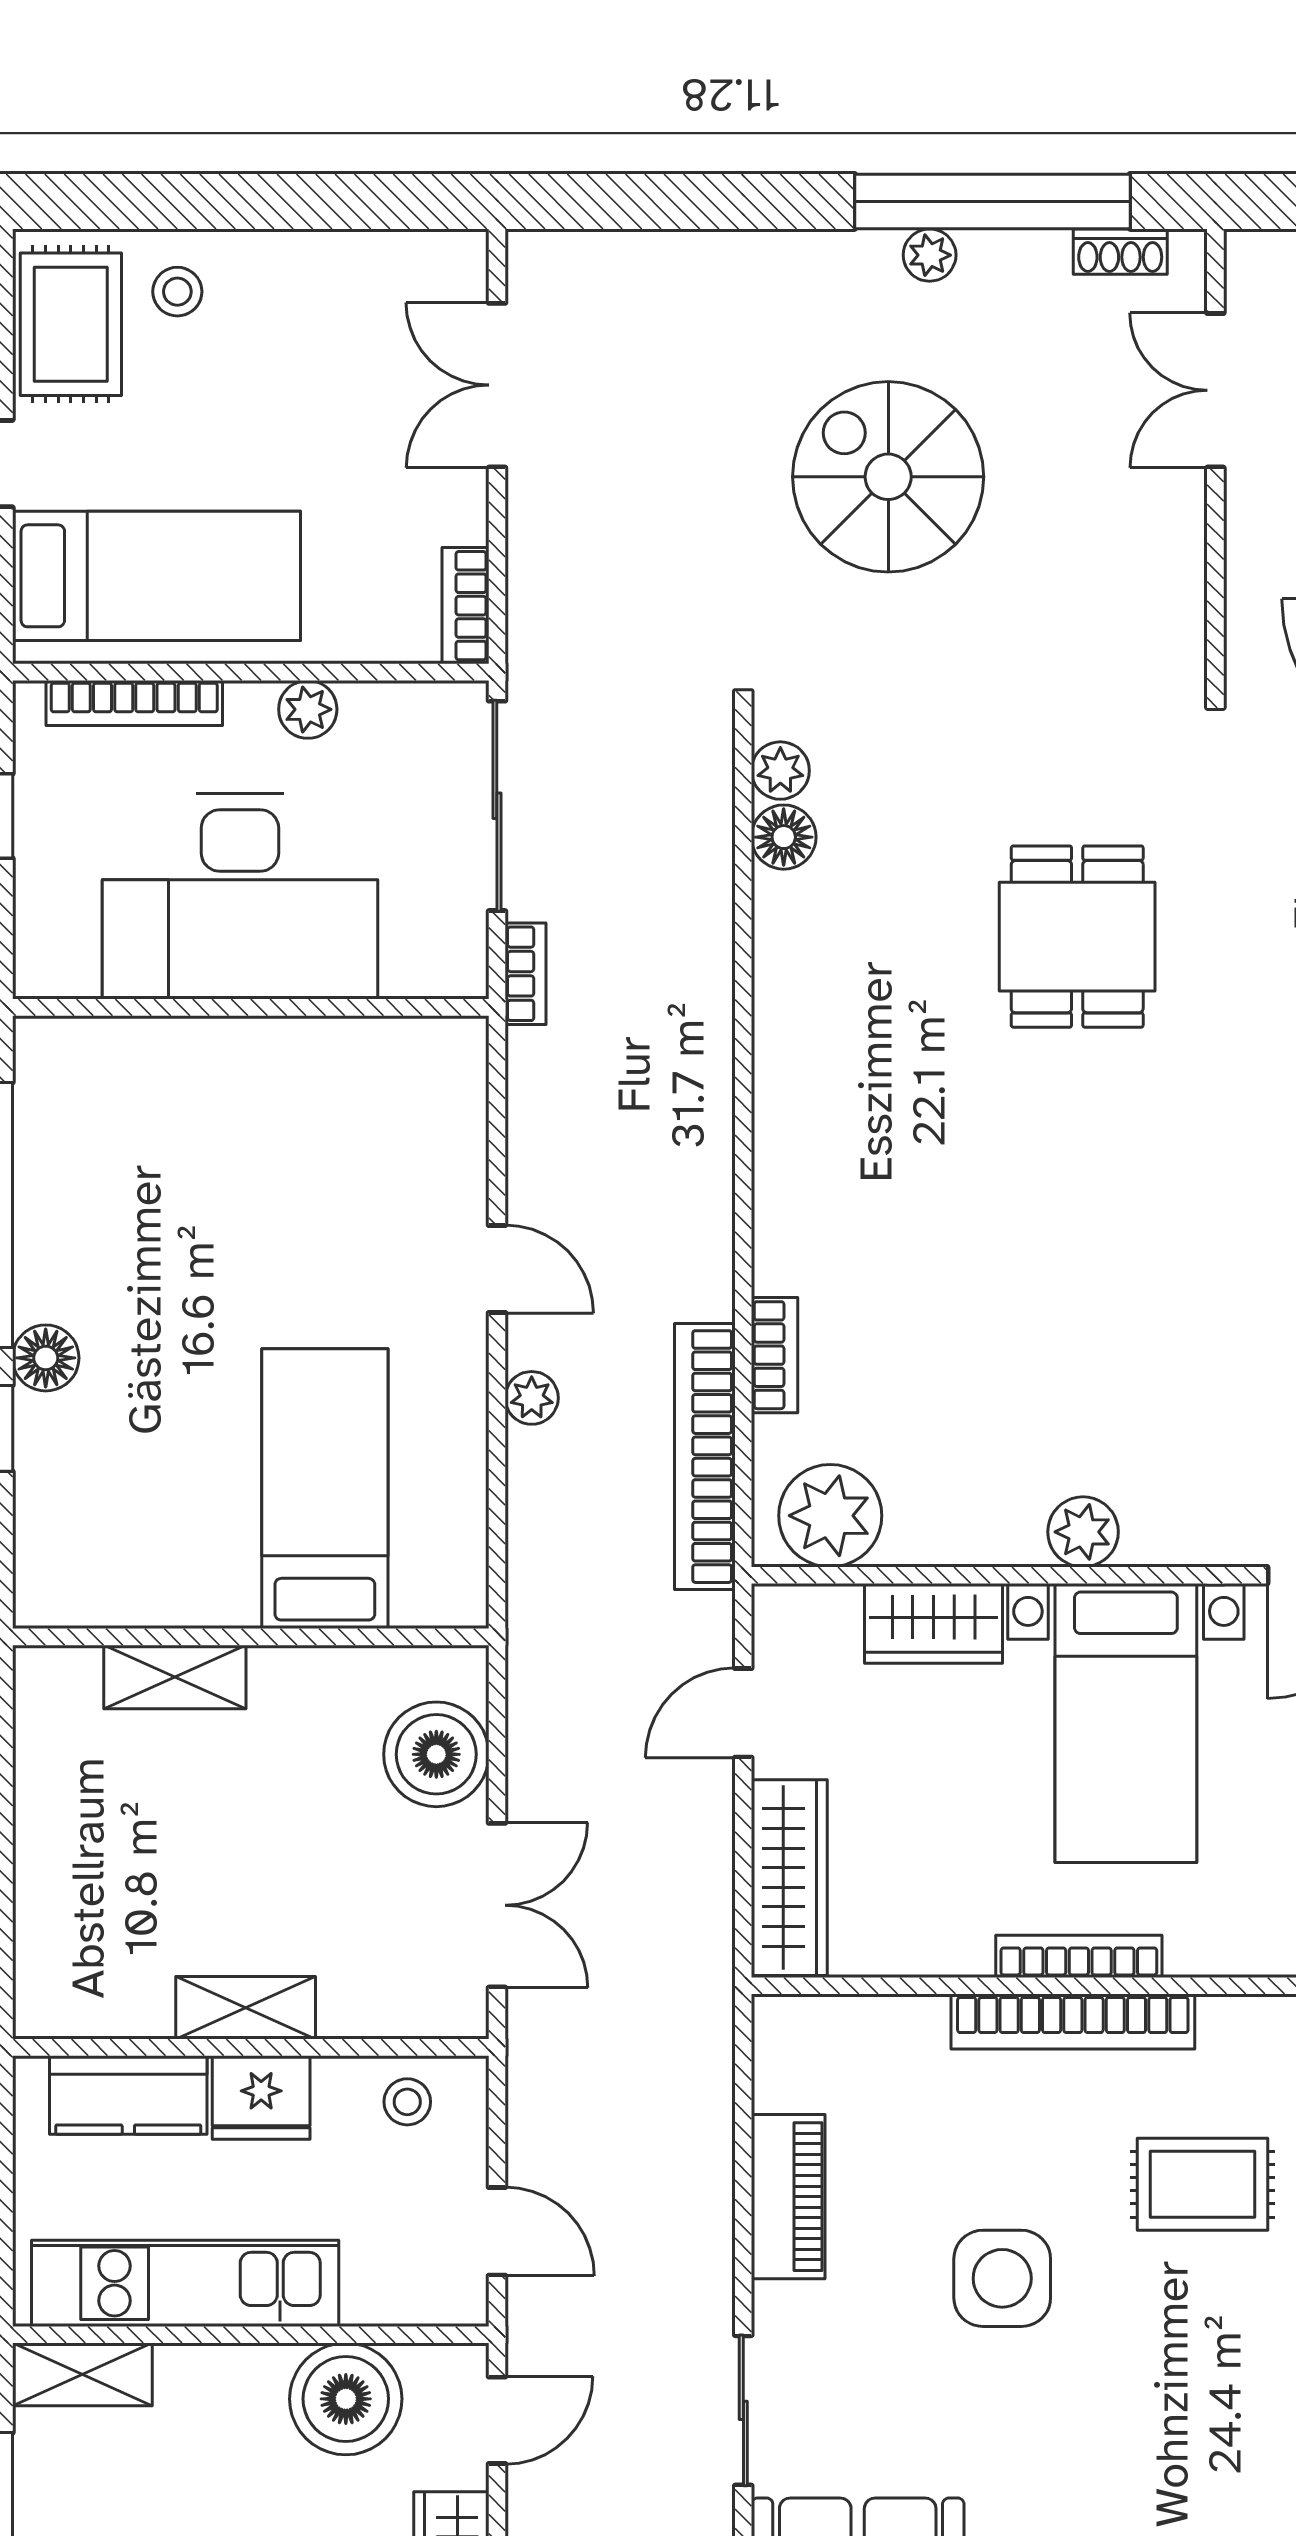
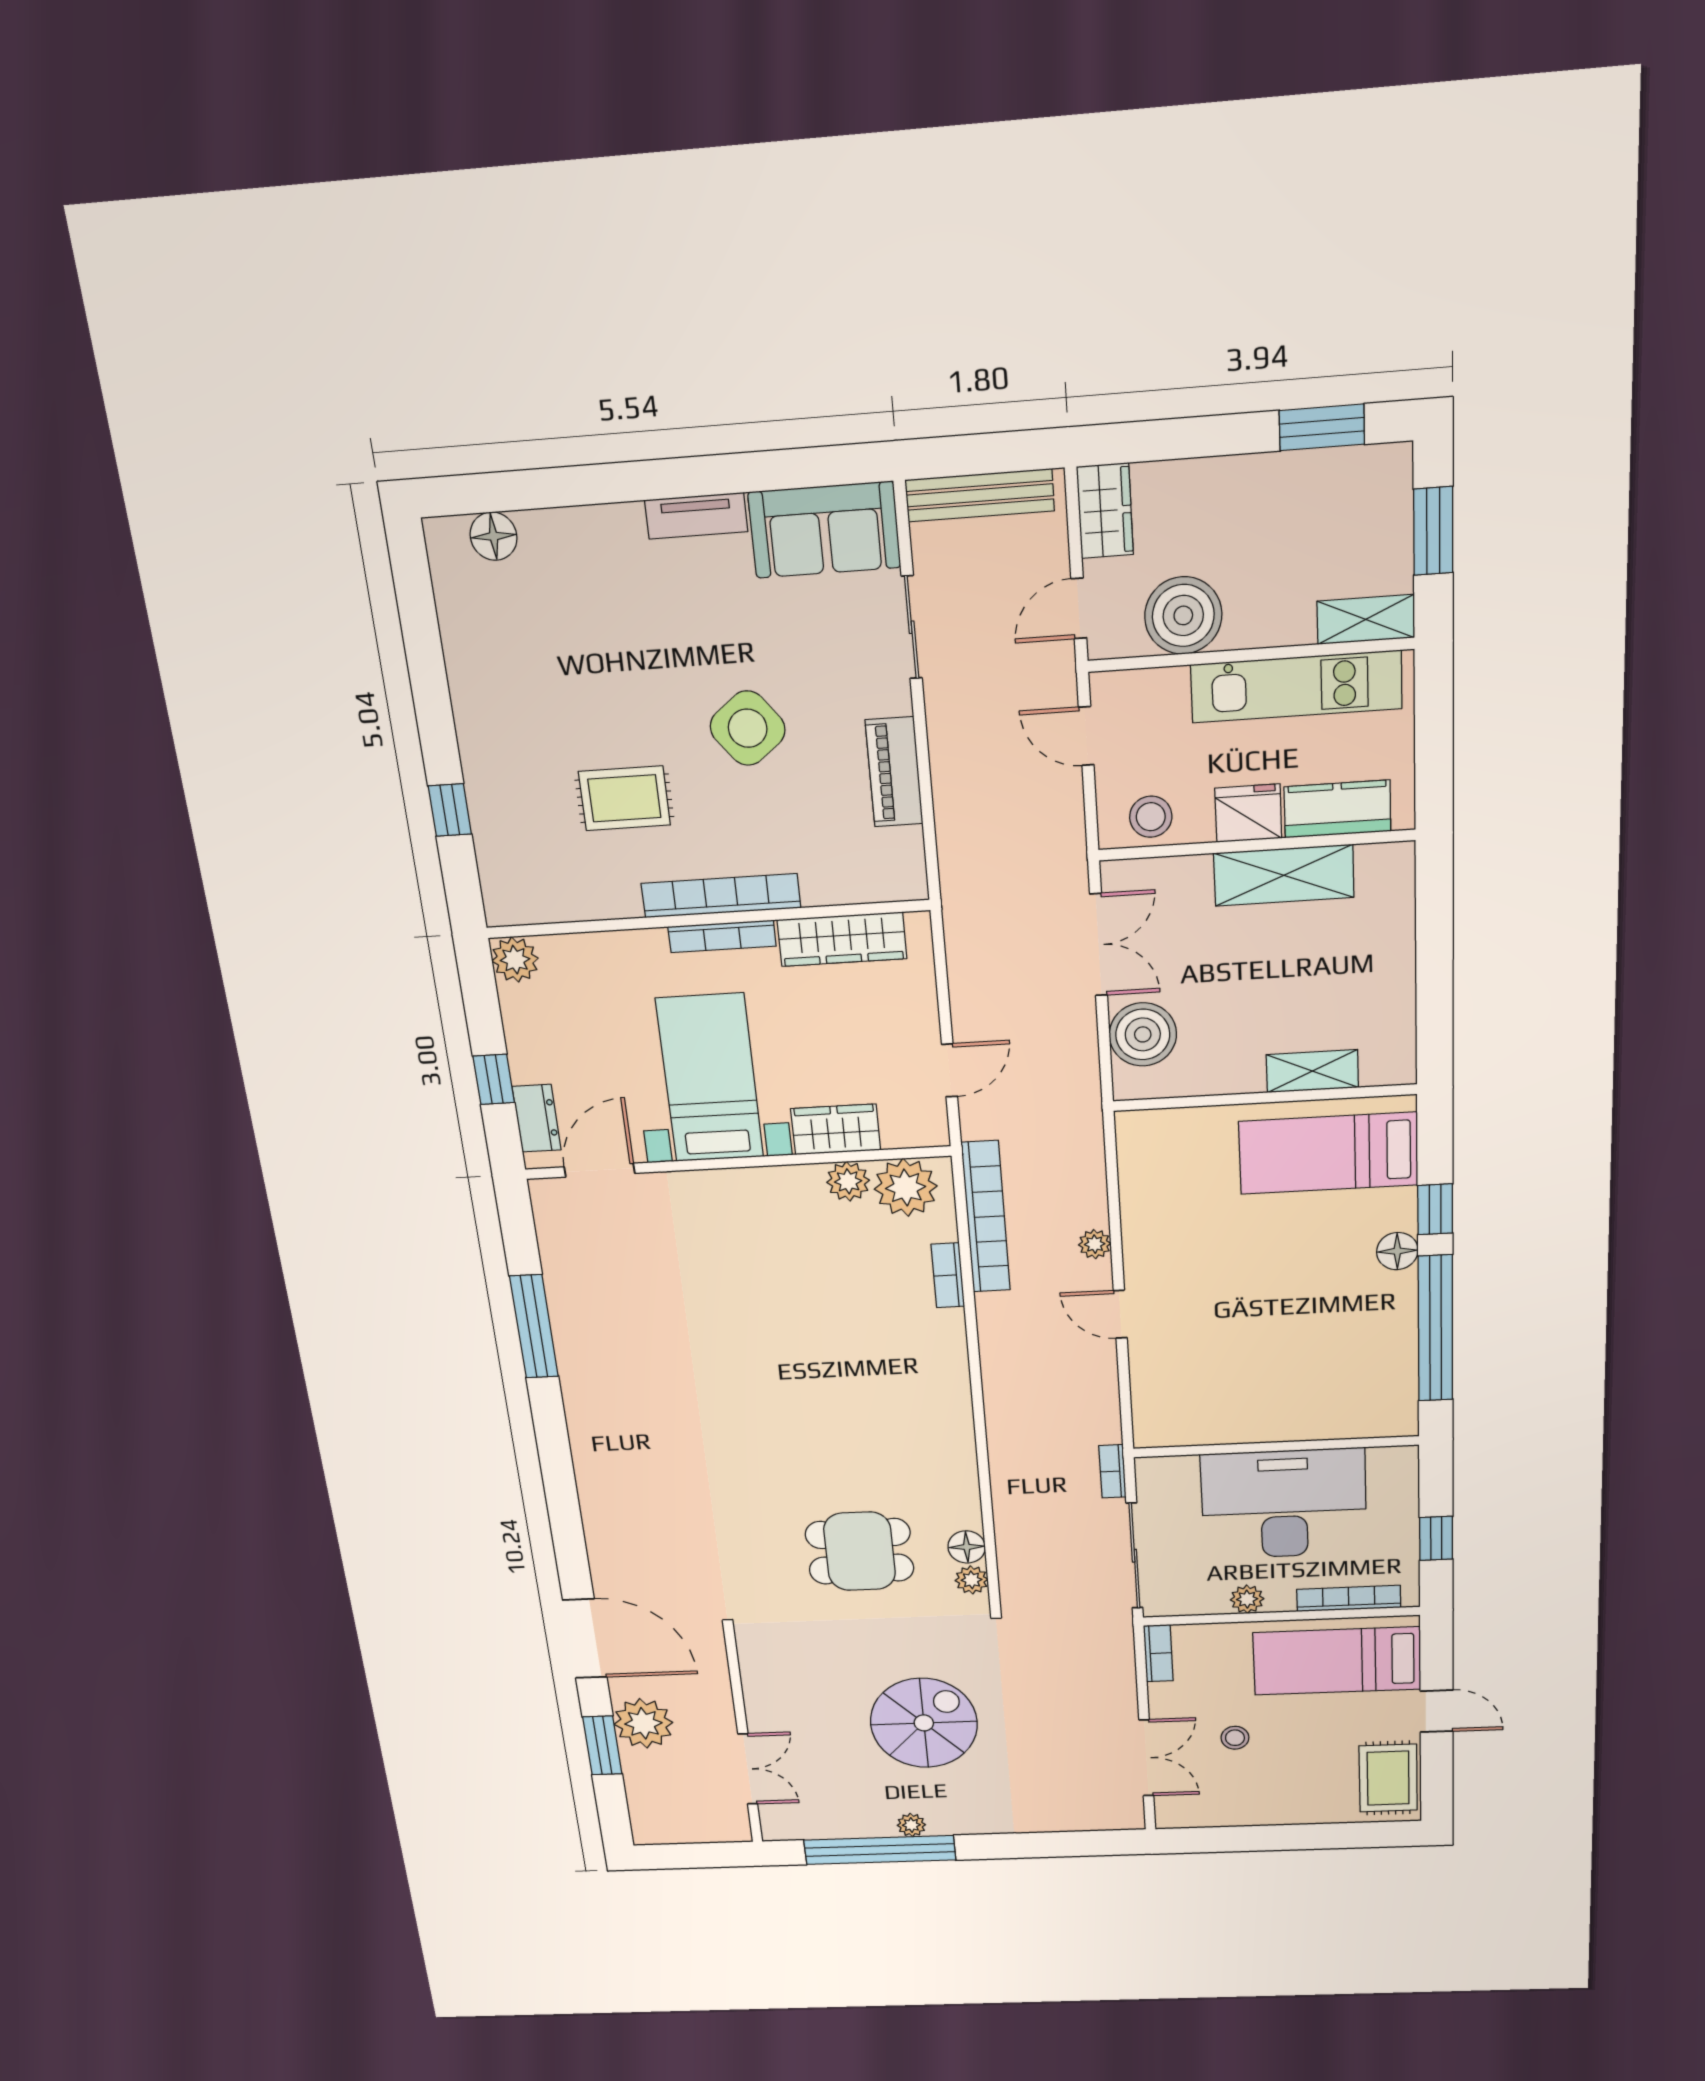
shoe rack: (1120, 252) -> (808, 1830), removed
stool: (177, 292) -> (1235, 1738), moved
spiral stairs: (888, 477) -> (924, 1723), turned -90
dining table: (1077, 937) -> (860, 1551), moved, turned 90
bed: (325, 1489) -> (1328, 1153), moved, turned 90
plant: (1083, 1532) -> (848, 1181), moved
wardrobe: (789, 1878) -> (842, 939), moved, turned -90
double door: (497, 1905) -> (1099, 945), swing flipped
shelving: (246, 2008) -> (1284, 875), width x1.50, depth x1.33
stool: (407, 2102) -> (1151, 817), width x1.37, depth x1.37
side table: (1002, 2278) -> (748, 728), turned -38

